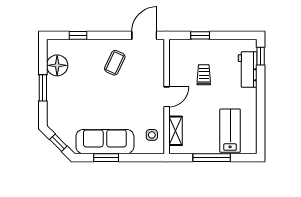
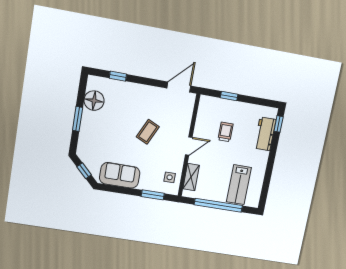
coffee table: (115, 63) -> (148, 132), moved
lab bench: (230, 131) -> (239, 185), turned 180
sofa: (105, 142) -> (120, 175), width x0.73
window: (106, 158) -> (153, 195), moved
window: (212, 158) -> (218, 205), width x1.46

